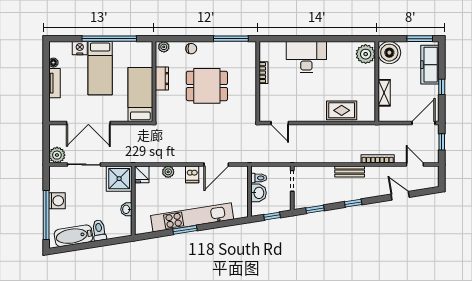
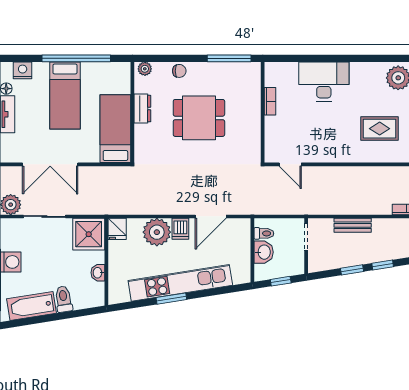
nightstand: (80, 48) -> (23, 70), moved
rug: (342, 110) -> (380, 129), moved
plant: (168, 172) -> (157, 232), width x1.87, depth x1.87
bench: (350, 172) -> (353, 225), moved
window: (315, 209) -> (352, 270), moved

